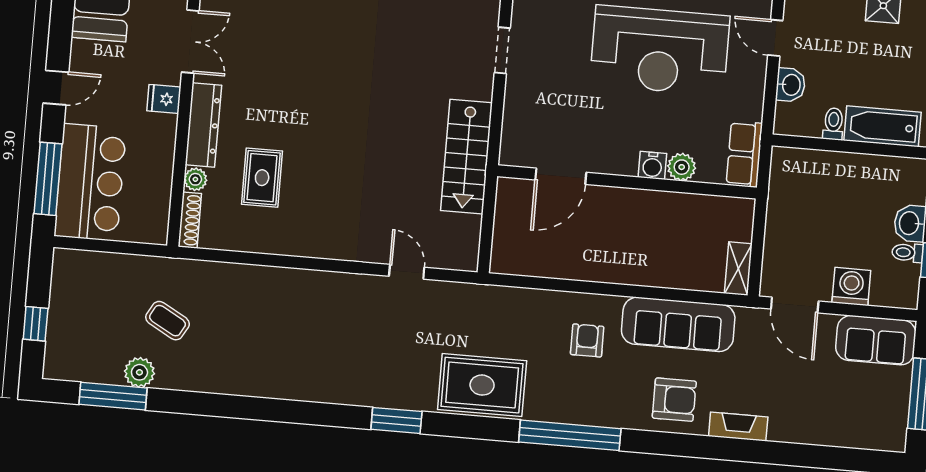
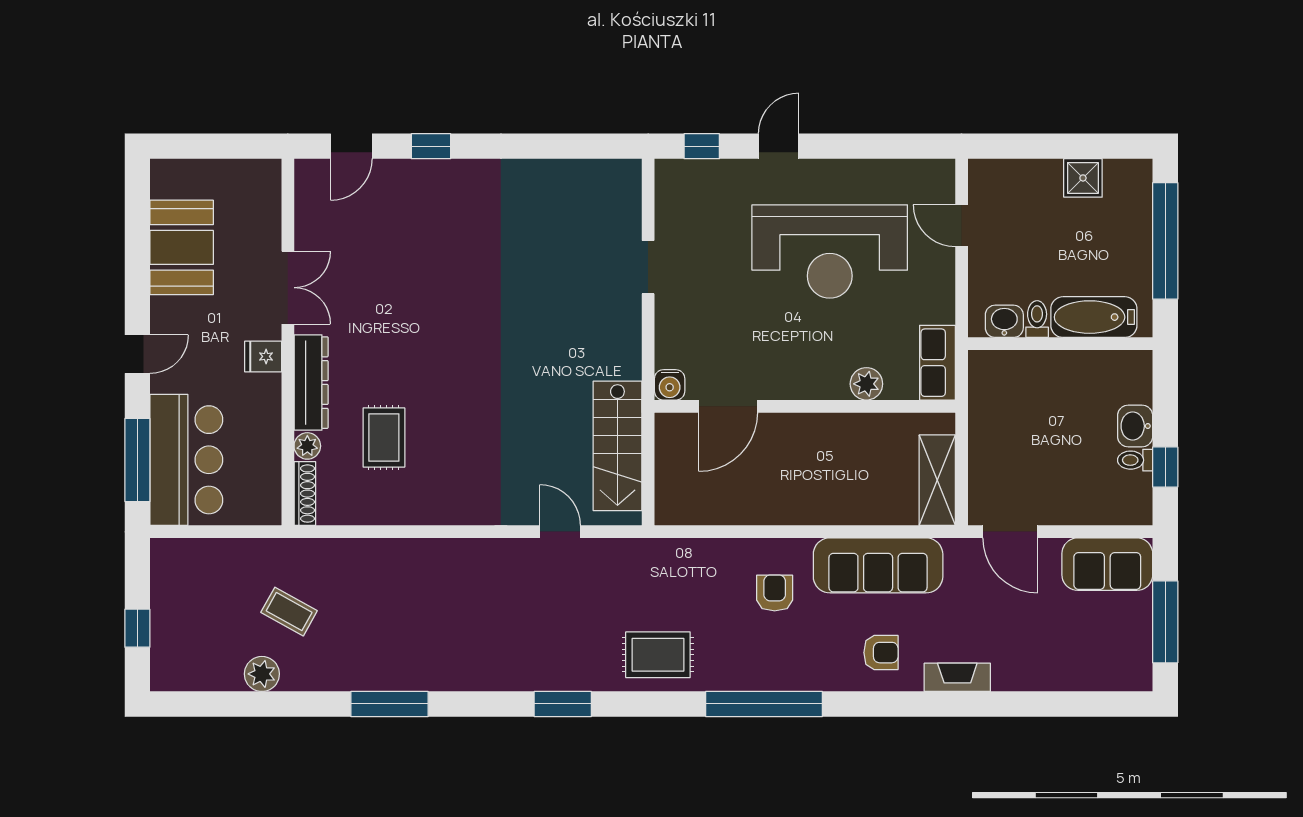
washbasin: (791, 85) -> (1004, 321), moved, turned -90
stairs: (466, 157) -> (617, 446), moved
water cooler: (652, 165) -> (670, 385), moved
shelving: (738, 269) -> (937, 480), width x1.50, depth x1.33
washing machine: (851, 287) -> (1074, 505), removed
rug: (482, 385) -> (658, 655), width x0.73, depth x0.70
window: (113, 396) -> (389, 704), moved
armchair: (674, 400) -> (881, 653), width x0.72, depth x0.72

